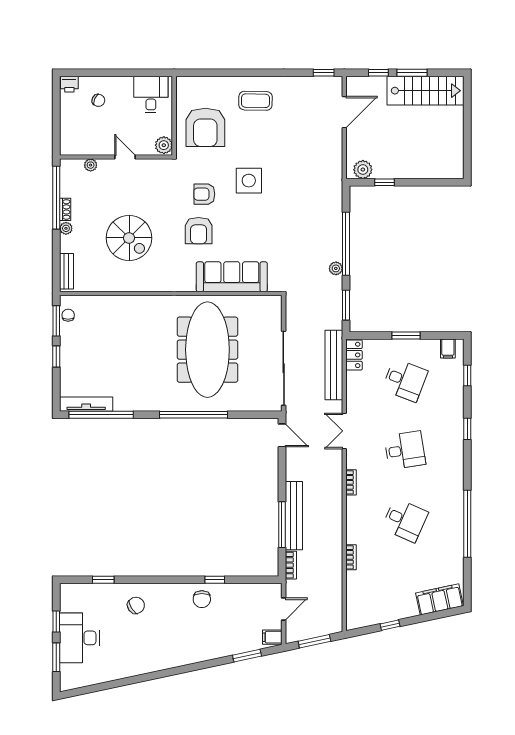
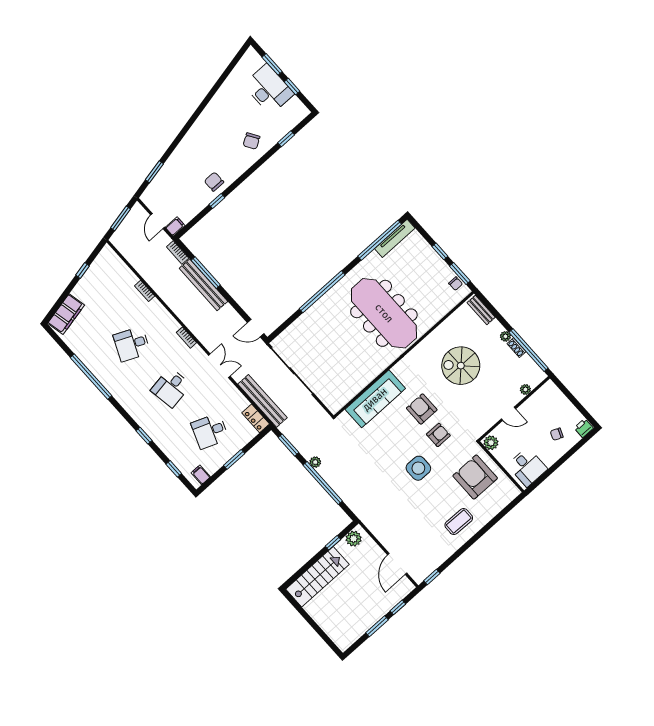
stairs: (425, 91) -> (317, 577), moved, turned 180
meeting table: (207, 350) -> (384, 313), moved
filing cabinet: (272, 637) -> (175, 226), moved

